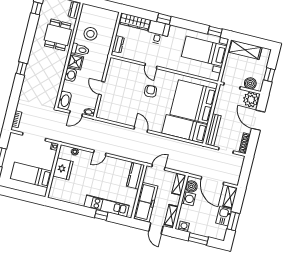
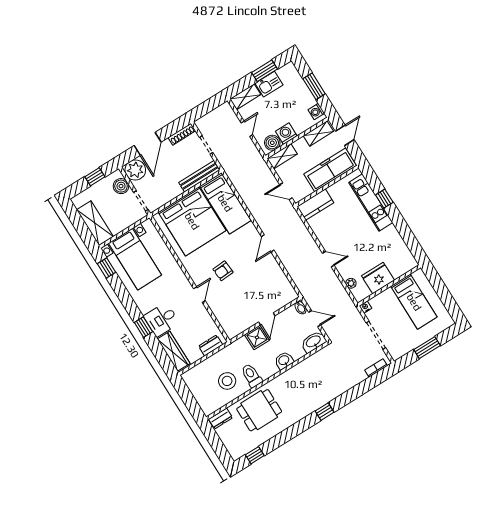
shower: (75, 62) -> (257, 337), moved
door: (212, 181) -> (247, 129), width x0.53

